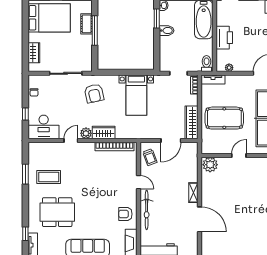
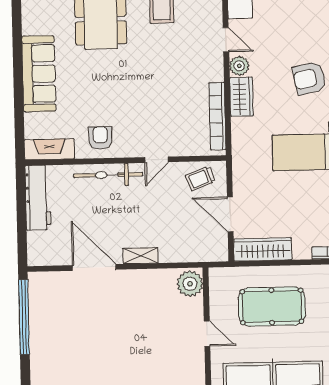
pool table: (224, 118) -> (272, 306), turned 90
door: (199, 219) -> (94, 267), swing flipped

